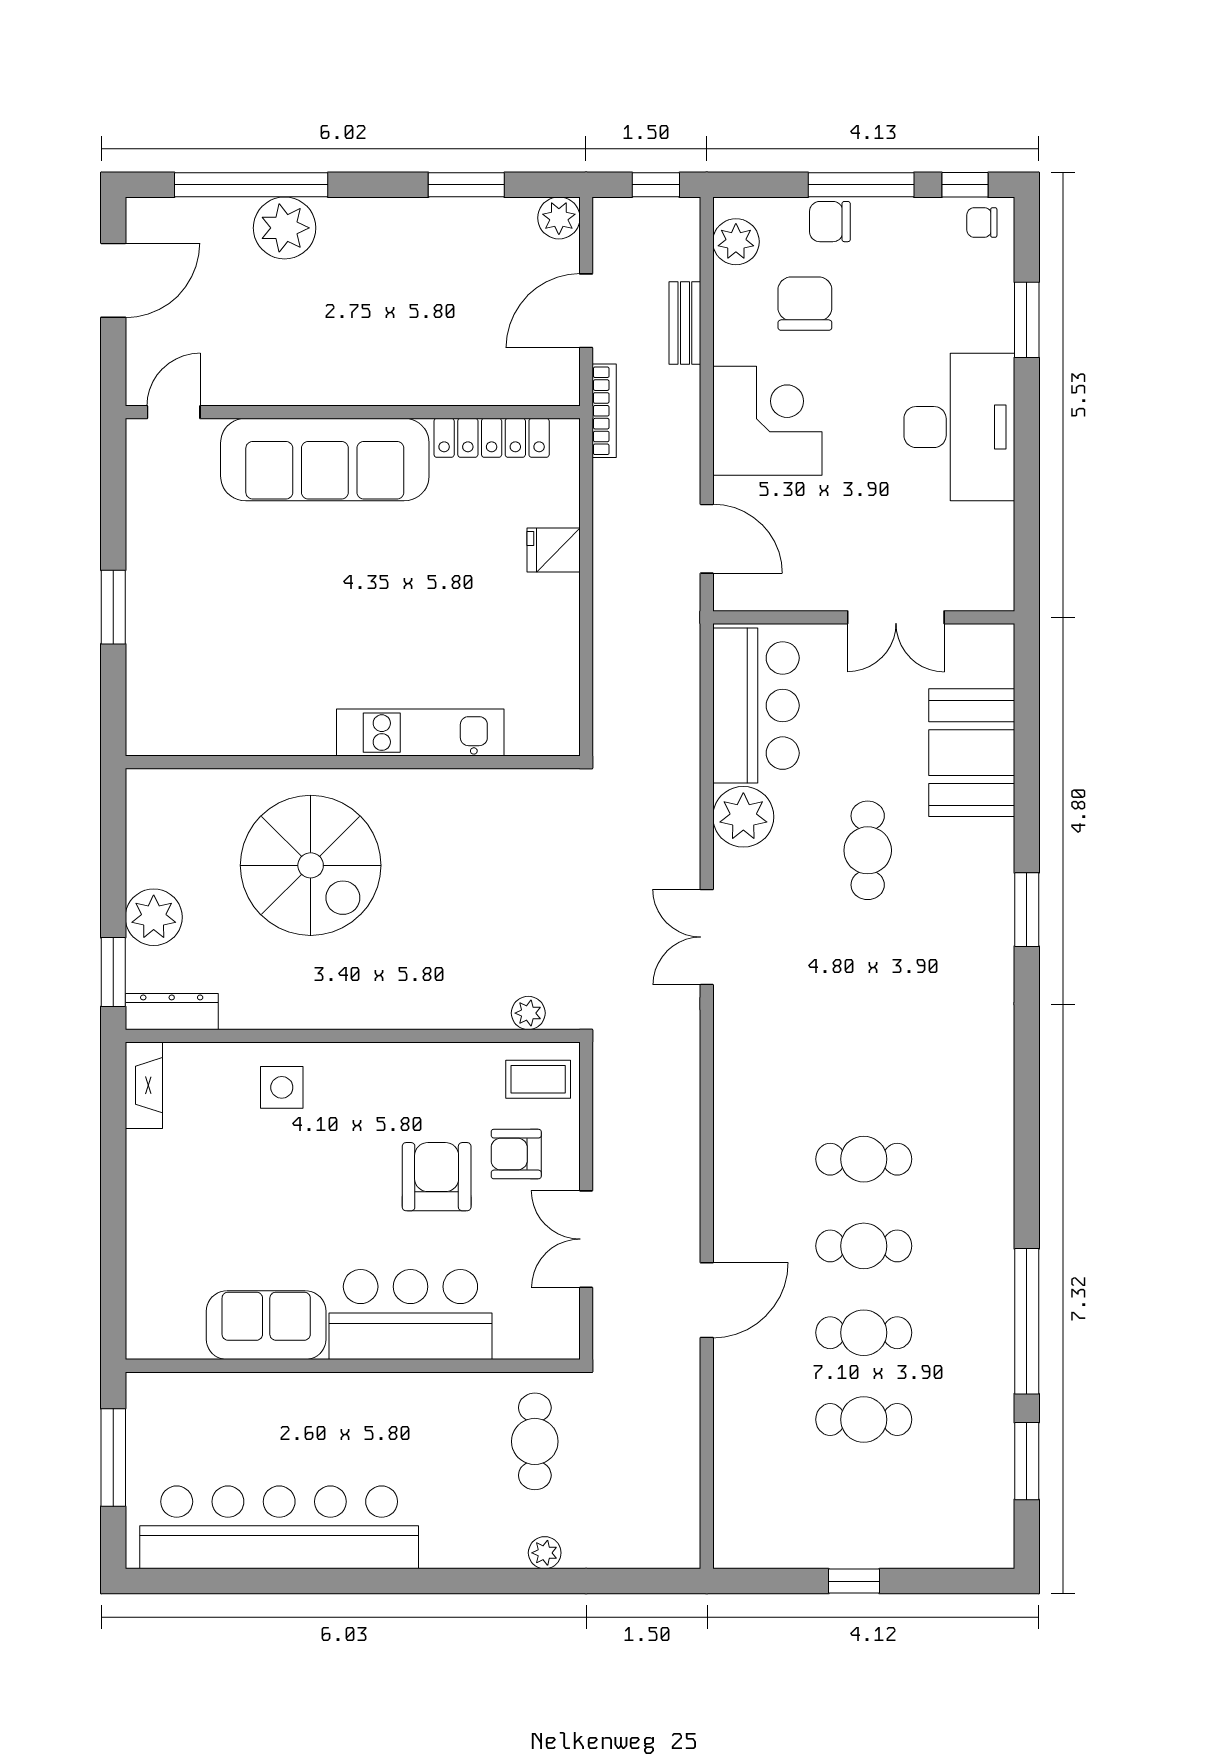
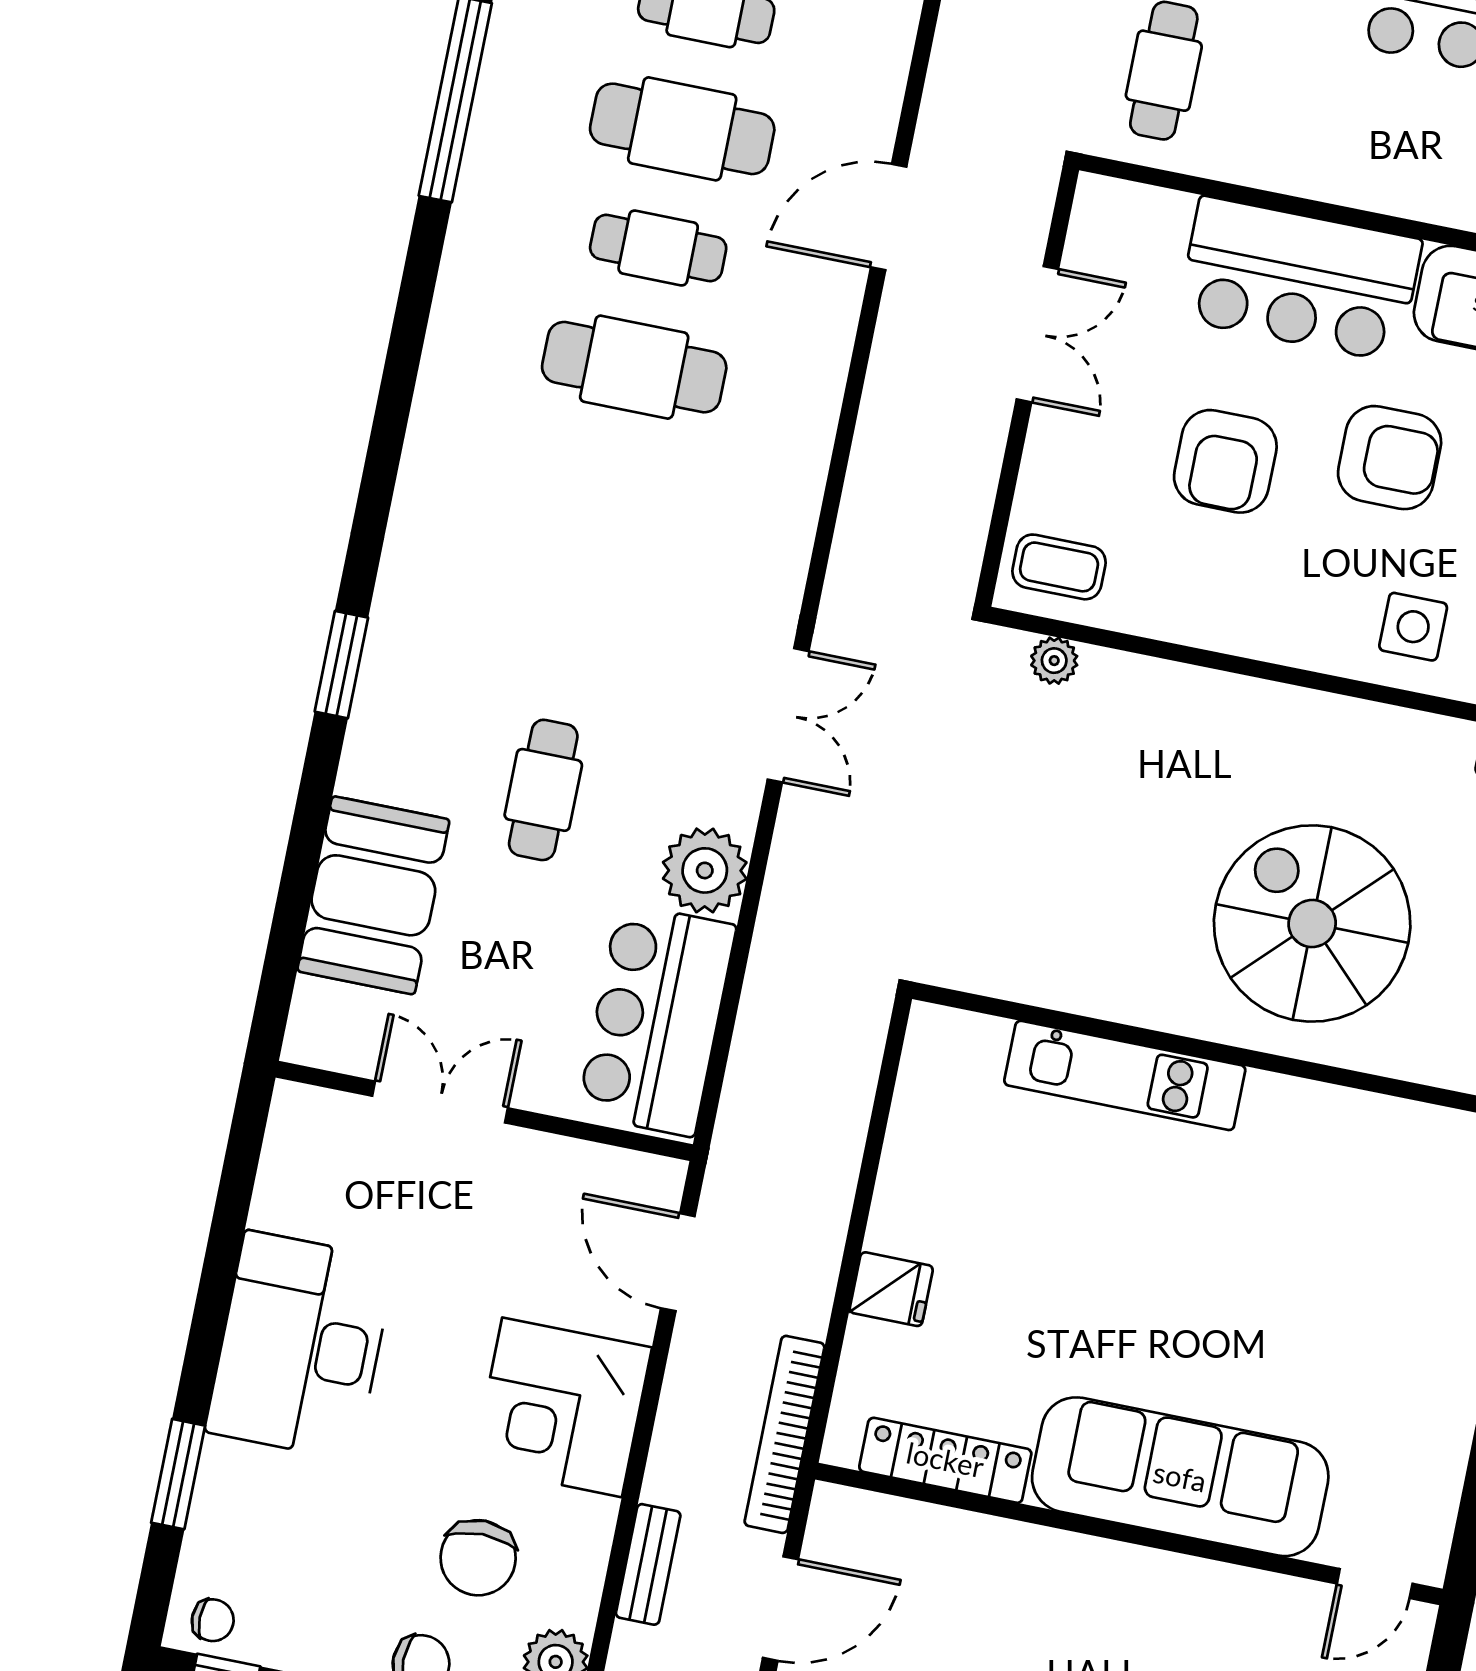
bookcase: (604, 411) -> (785, 1434), width x1.48, depth x1.31
armchair: (516, 1154) -> (1390, 458), moved, width x1.38, depth x1.38
cafe table: (864, 1159) -> (634, 367), width x1.37, depth x1.35
cafe table: (864, 1333) -> (682, 129), width x1.37, depth x1.35

